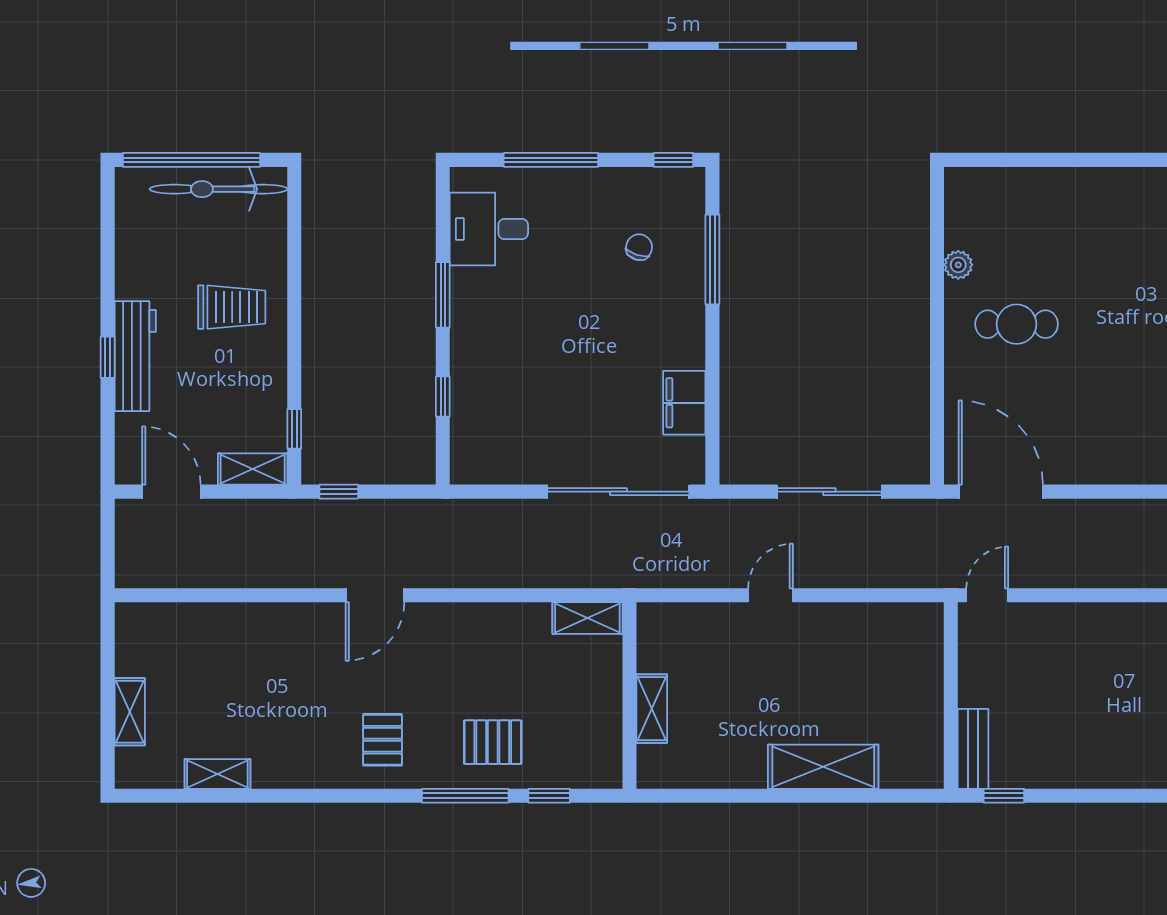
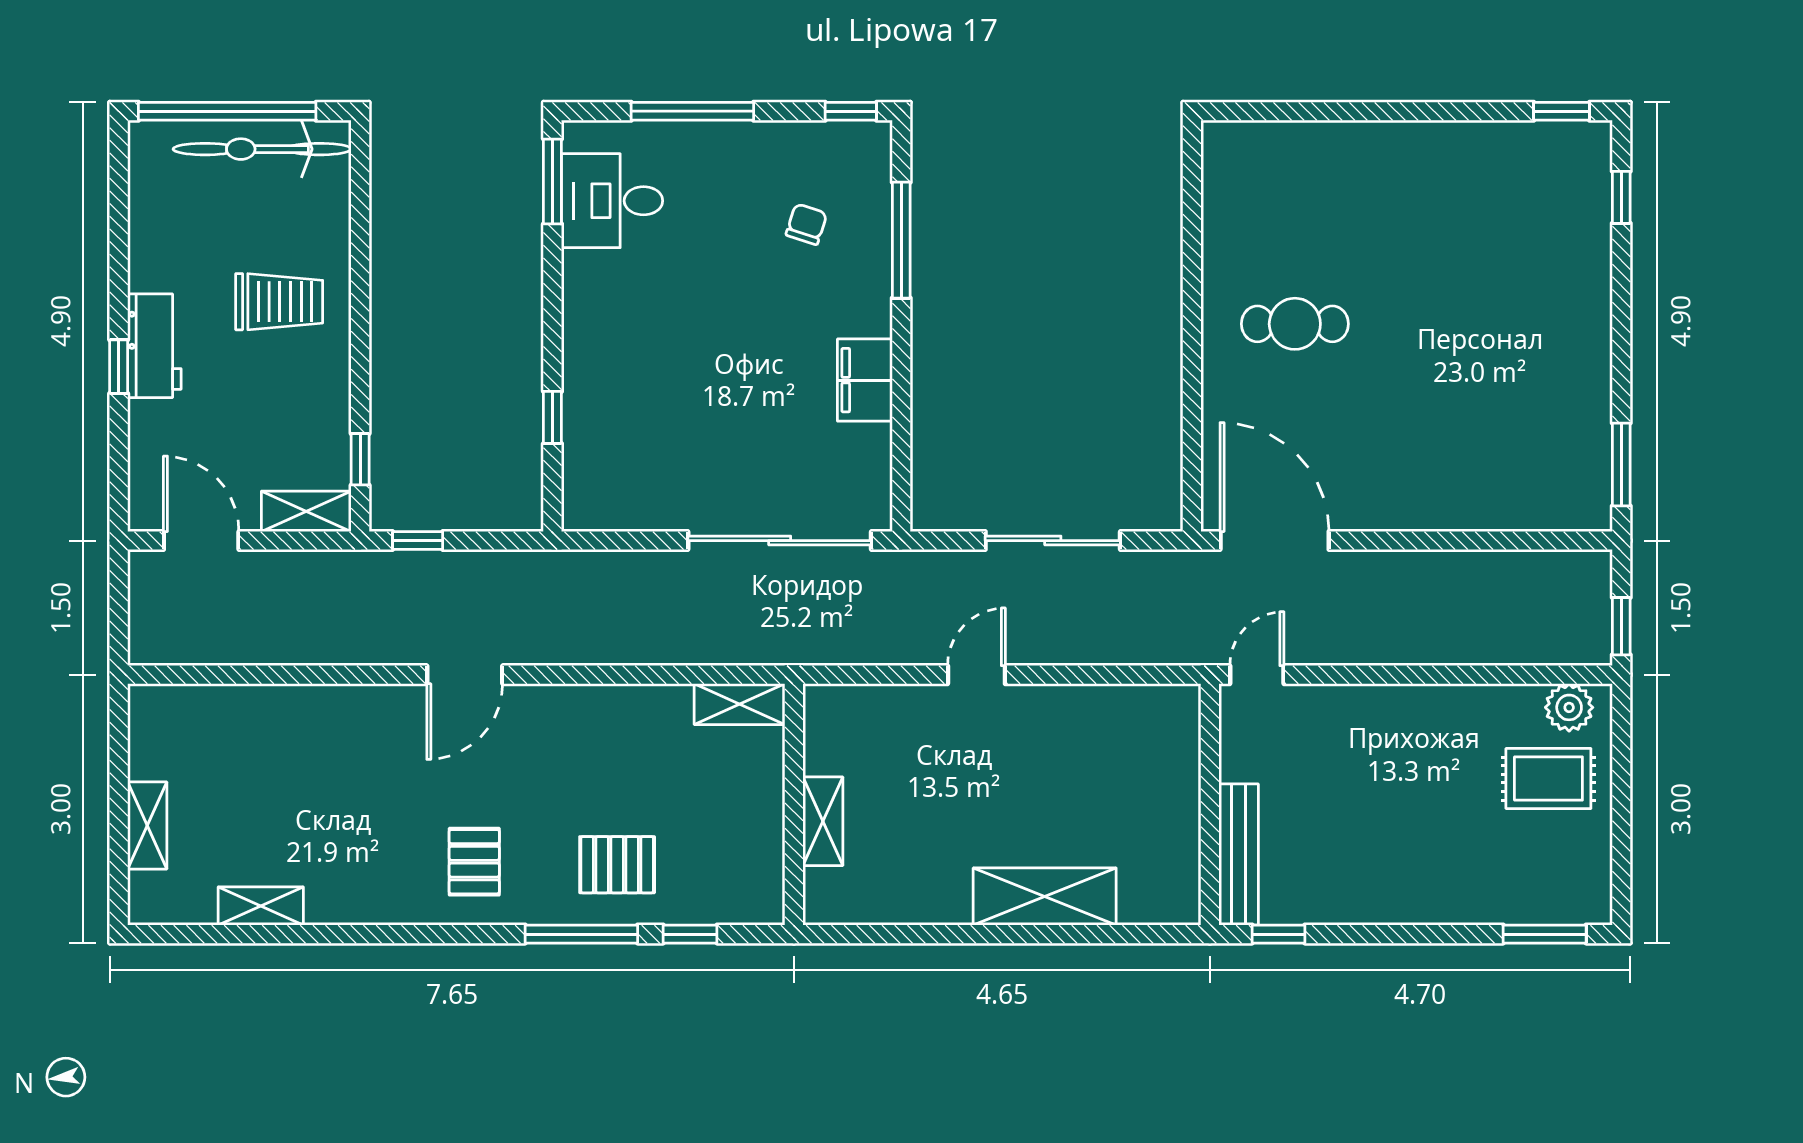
plant: (958, 265) -> (1219, 247), removed
window: (443, 295) -> (552, 181), moved
workbench: (135, 356) -> (154, 346), width x0.73
filing cabinet: (684, 403) -> (865, 380), moved
bench: (973, 749) -> (1239, 855), width x1.36

